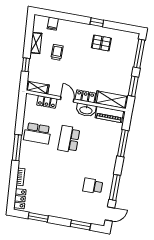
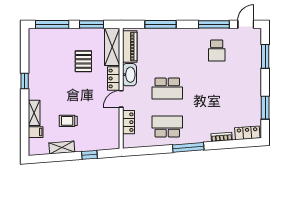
pallet: (101, 43) -> (83, 61), moved
shelving: (38, 88) -> (34, 113), moved
school desk: (37, 133) -> (167, 126), turned -90
door: (110, 214) -> (246, 24), hinge flipped

